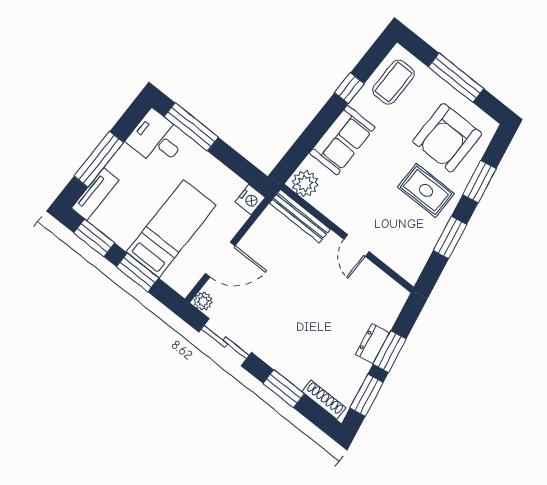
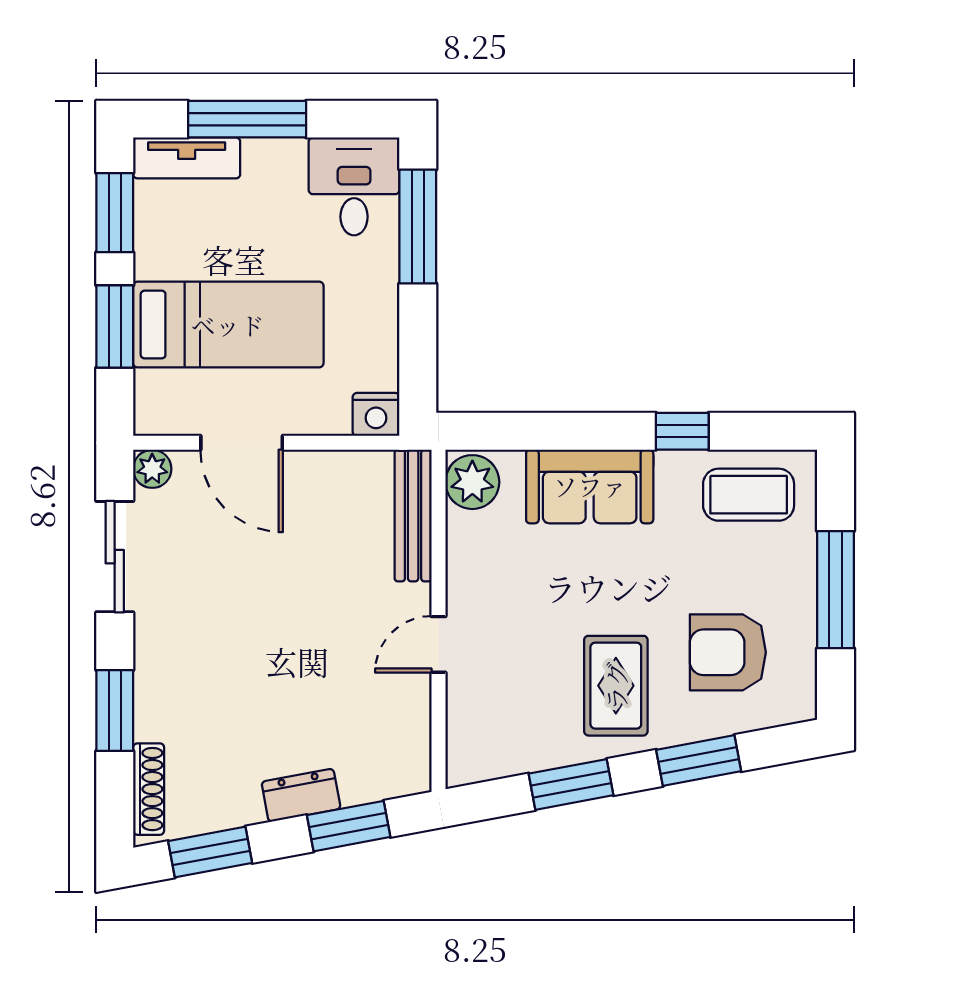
armchair: (447, 138) -> (728, 652), width x0.73, depth x0.73
window: (390, 352) -> (349, 826), moved

